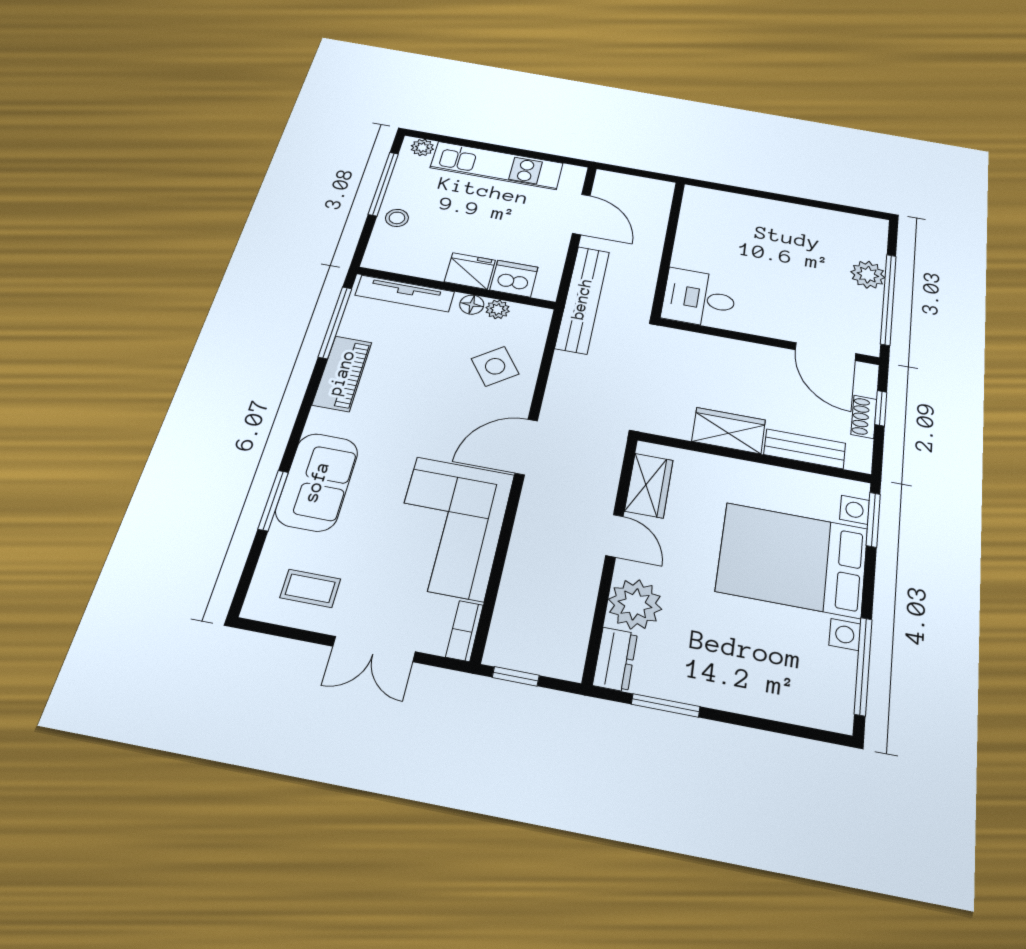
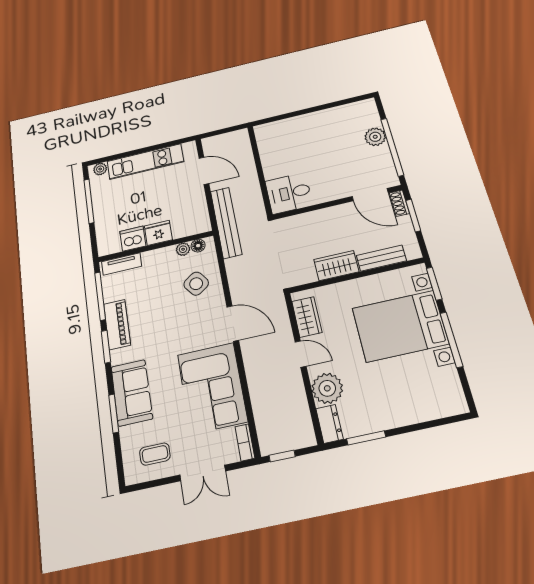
stool: (397, 218) -> (105, 219), removed
dishwasher: (514, 279) -> (133, 239), moved
tv unit: (405, 293) -> (122, 264), width x0.71
floor lamp: (472, 305) -> (198, 246), moved
window: (309, 398) -> (106, 347), added
window: (881, 408) -> (413, 215), width x1.50
shoe rack: (864, 417) -> (399, 203), moved
door: (526, 447) -> (233, 323), swing flipped
window: (863, 666) -> (451, 340), moved

